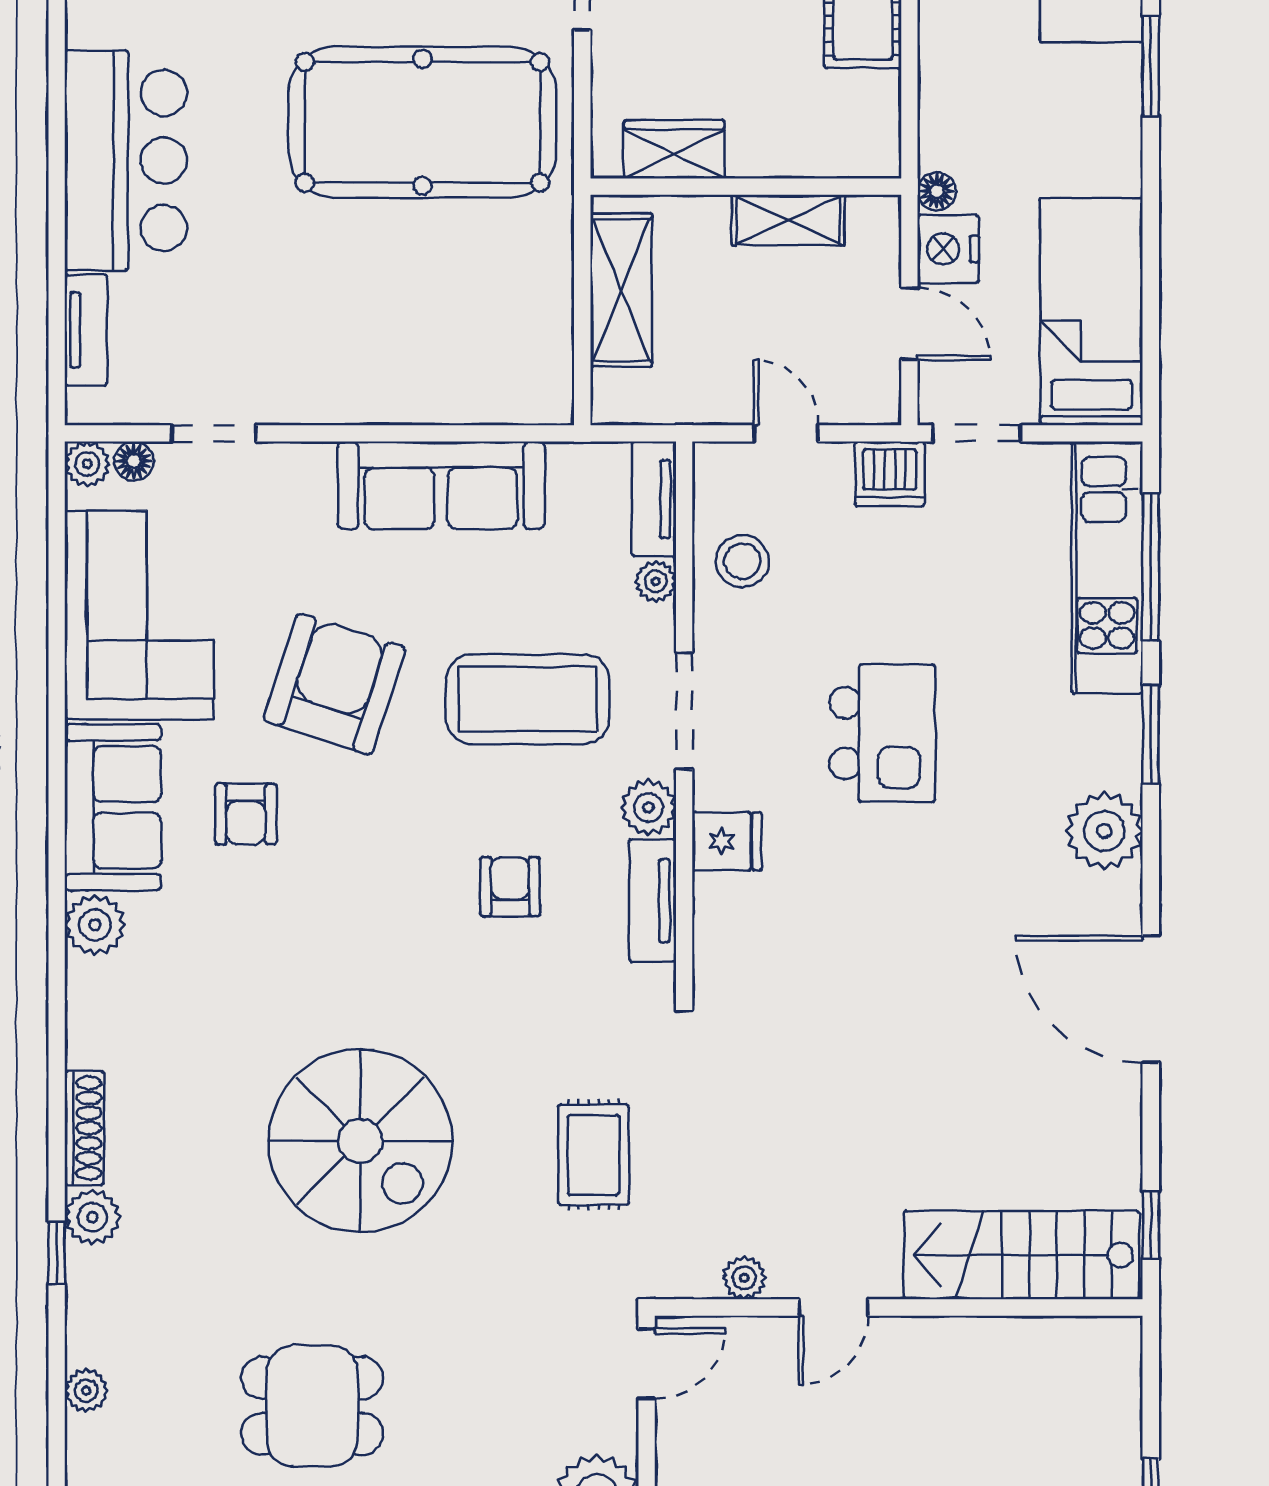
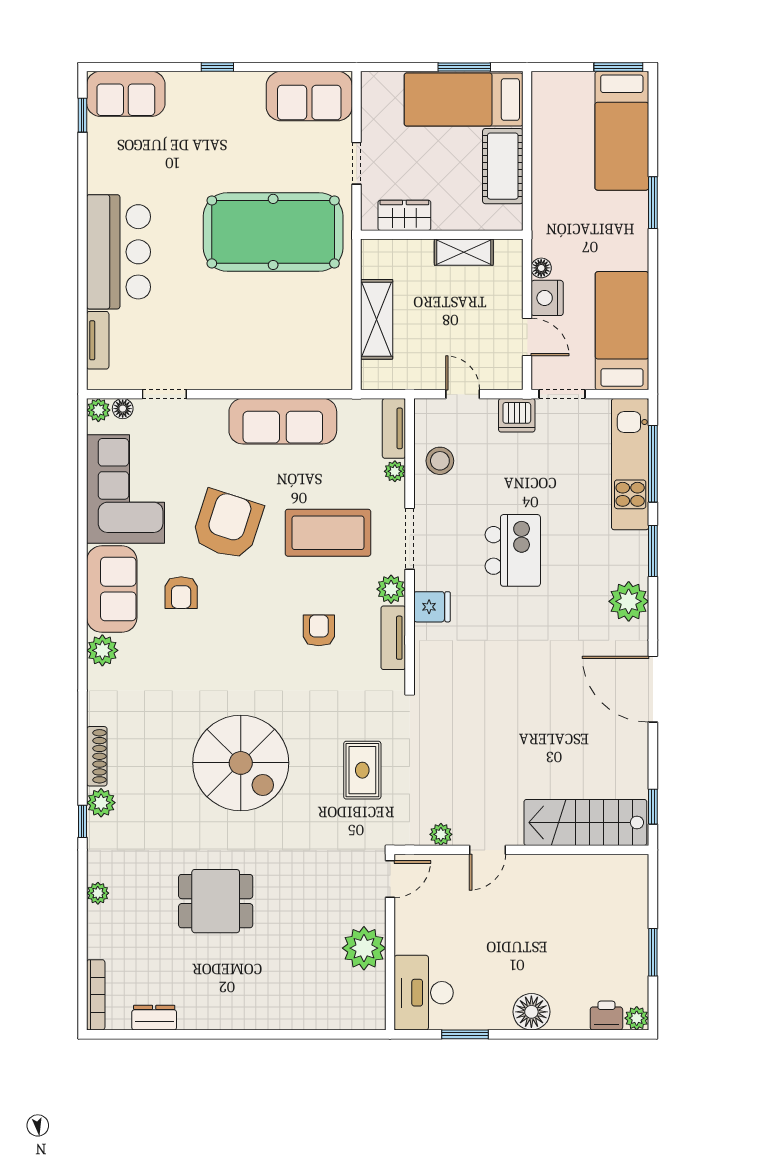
wardrobe: (674, 149) -> (404, 215), moved
wall: (746, 187) -> (442, 235), moved
shelving: (788, 220) -> (464, 252), moved

